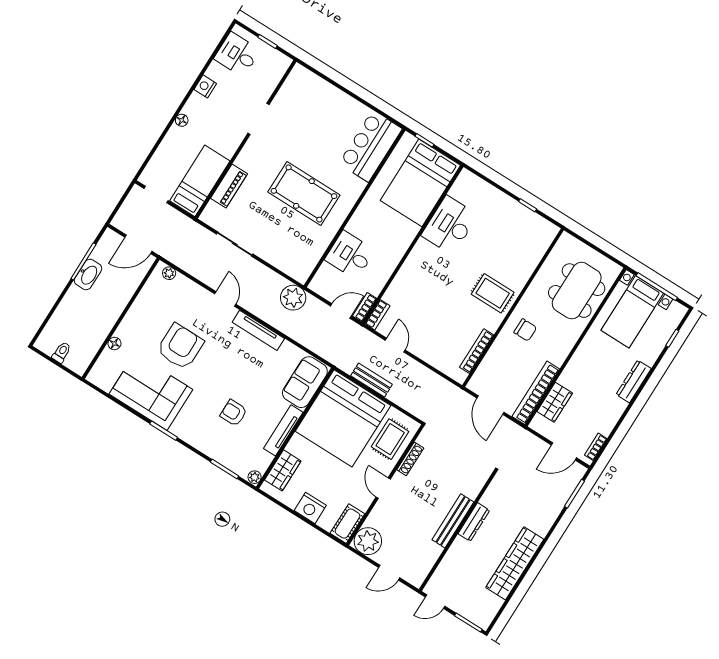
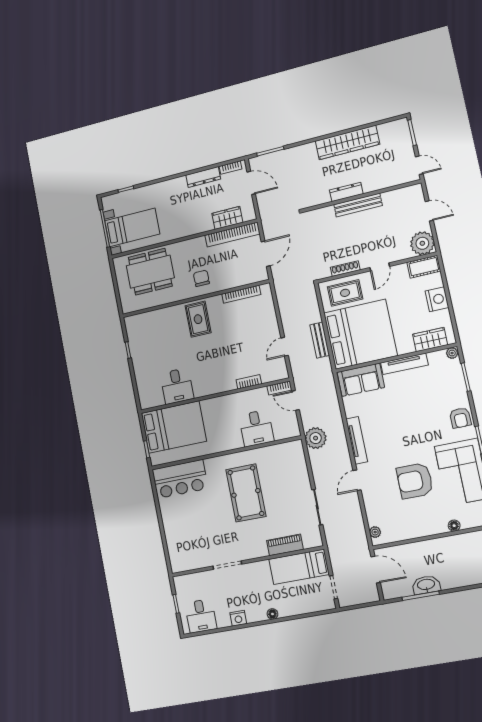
desk: (450, 225) -> (177, 386), width x0.73
bookcase: (377, 315) -> (249, 382), moved
dresser: (634, 381) -> (203, 177), moved
armchair: (234, 413) -> (460, 418), moved

